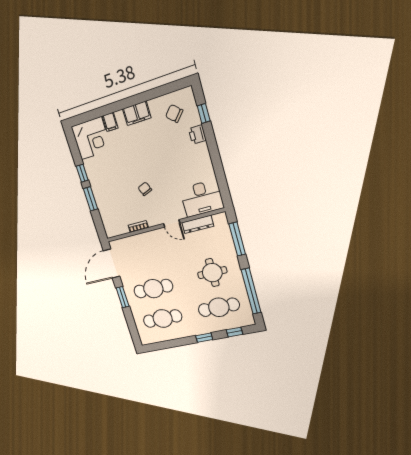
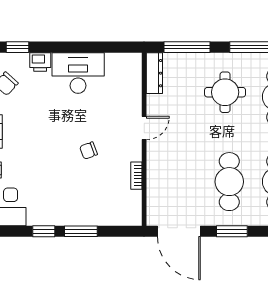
desk: (202, 198) -> (78, 73), moved, turned -90
dresser: (198, 224) -> (154, 73), moved

